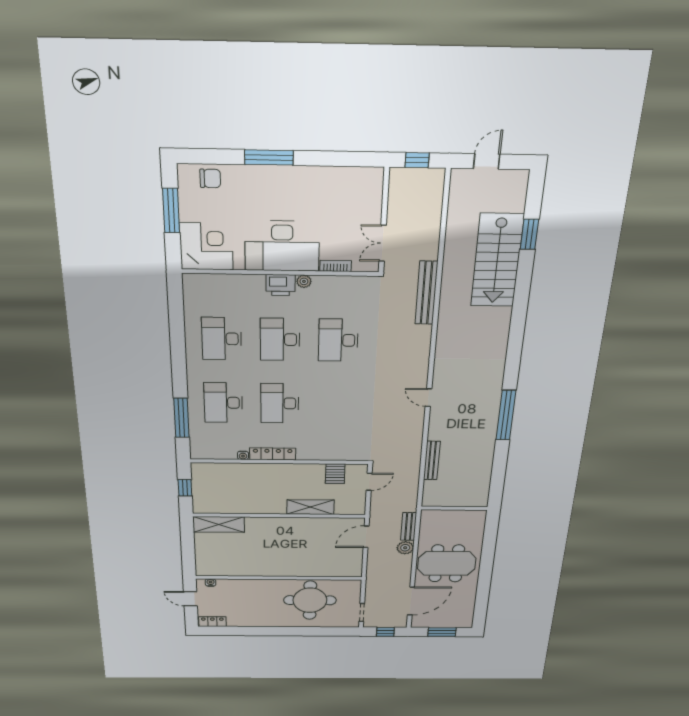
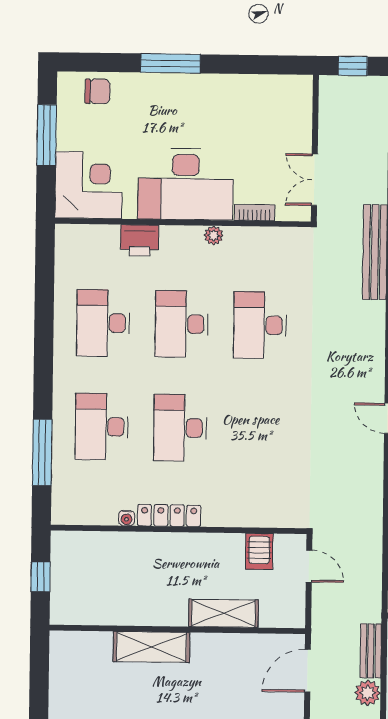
printer: (281, 285) -> (140, 240), moved
door: (369, 482) -> (309, 566), hinge flipped
shelving: (219, 524) -> (152, 647), moved

